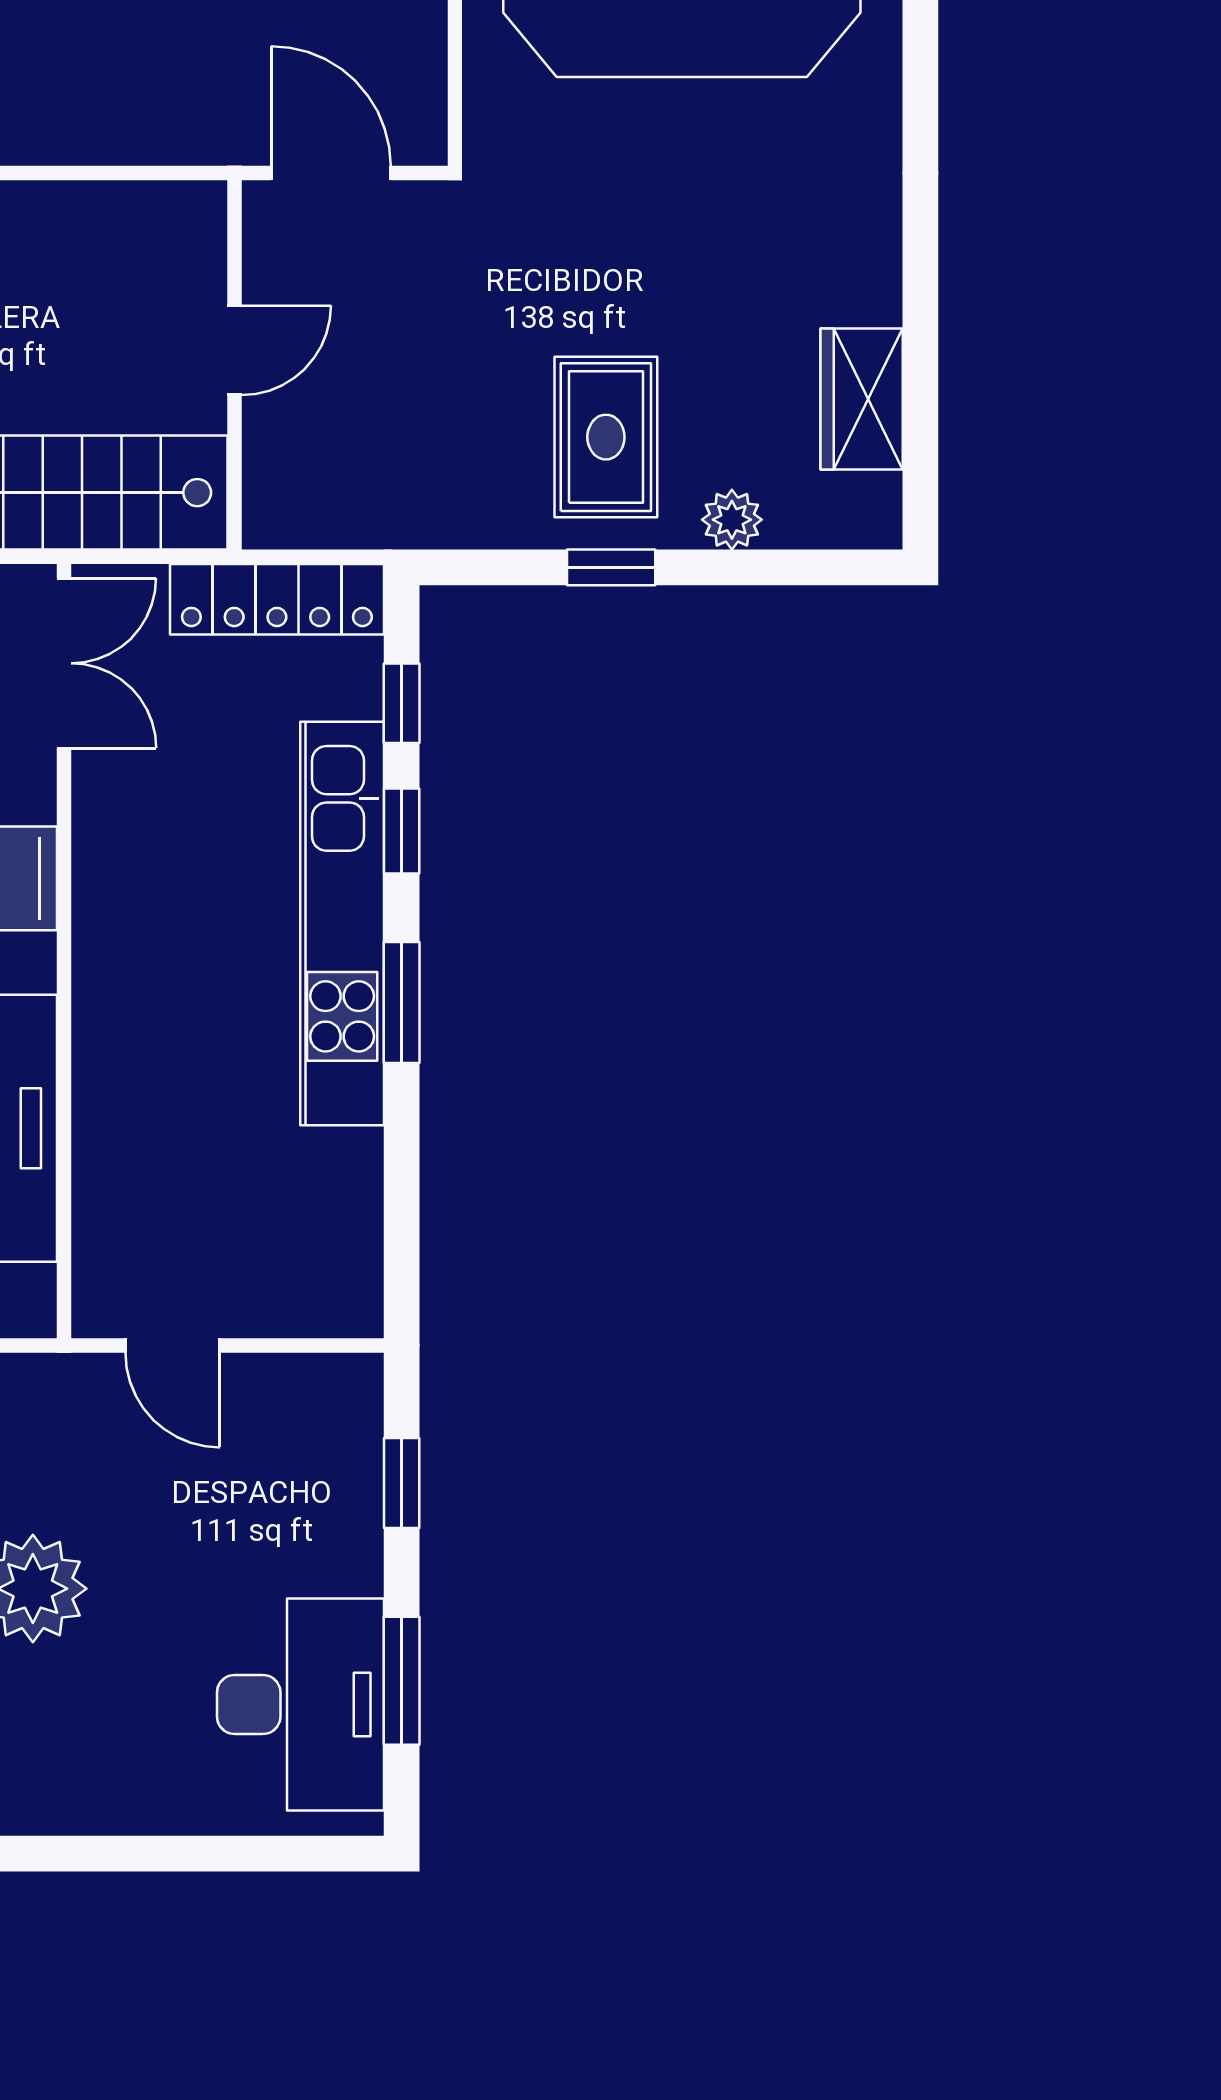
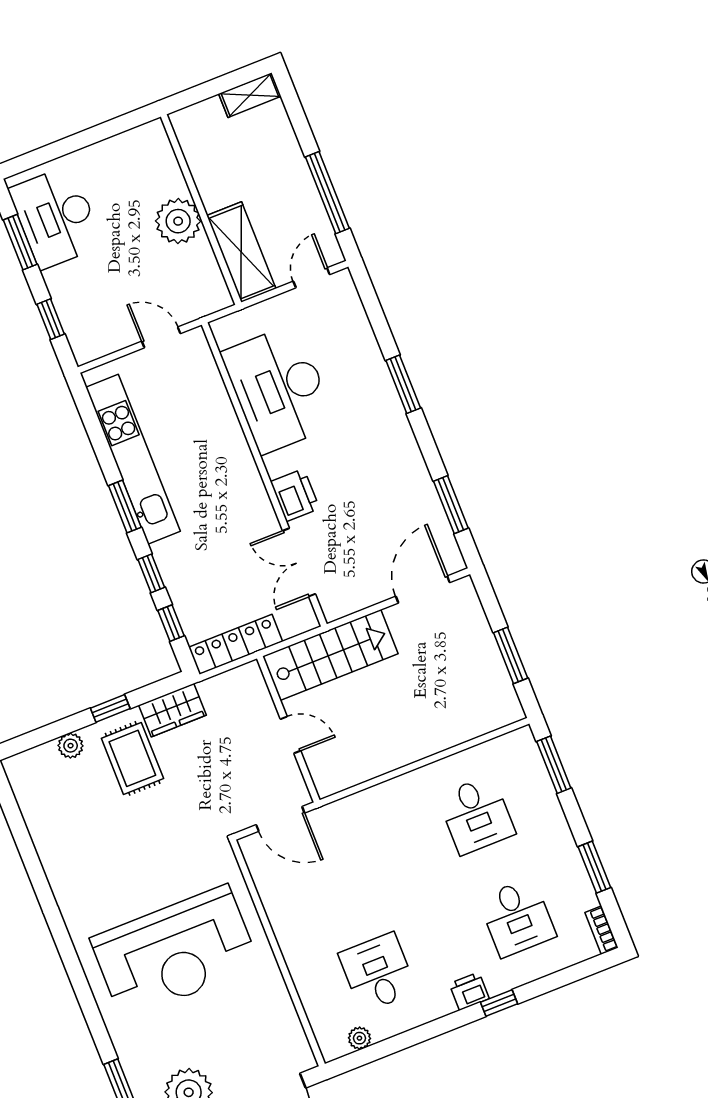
door: (235, 350) -> (291, 735), swing flipped
wardrobe: (862, 399) -> (172, 710), moved, turned 90
double door: (64, 663) -> (299, 562), moved
kitchen unit: (342, 924) -> (133, 459), moved

